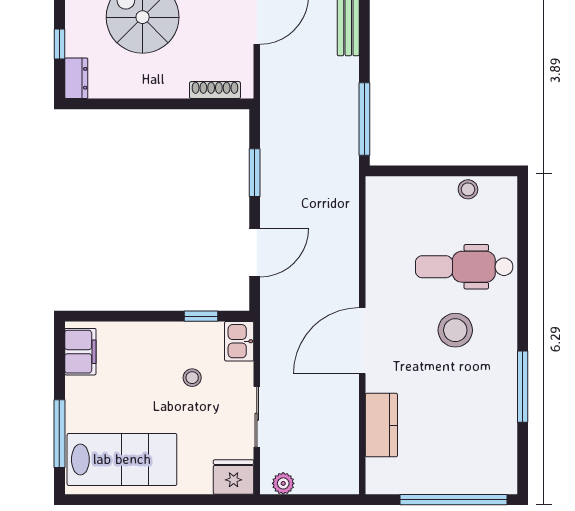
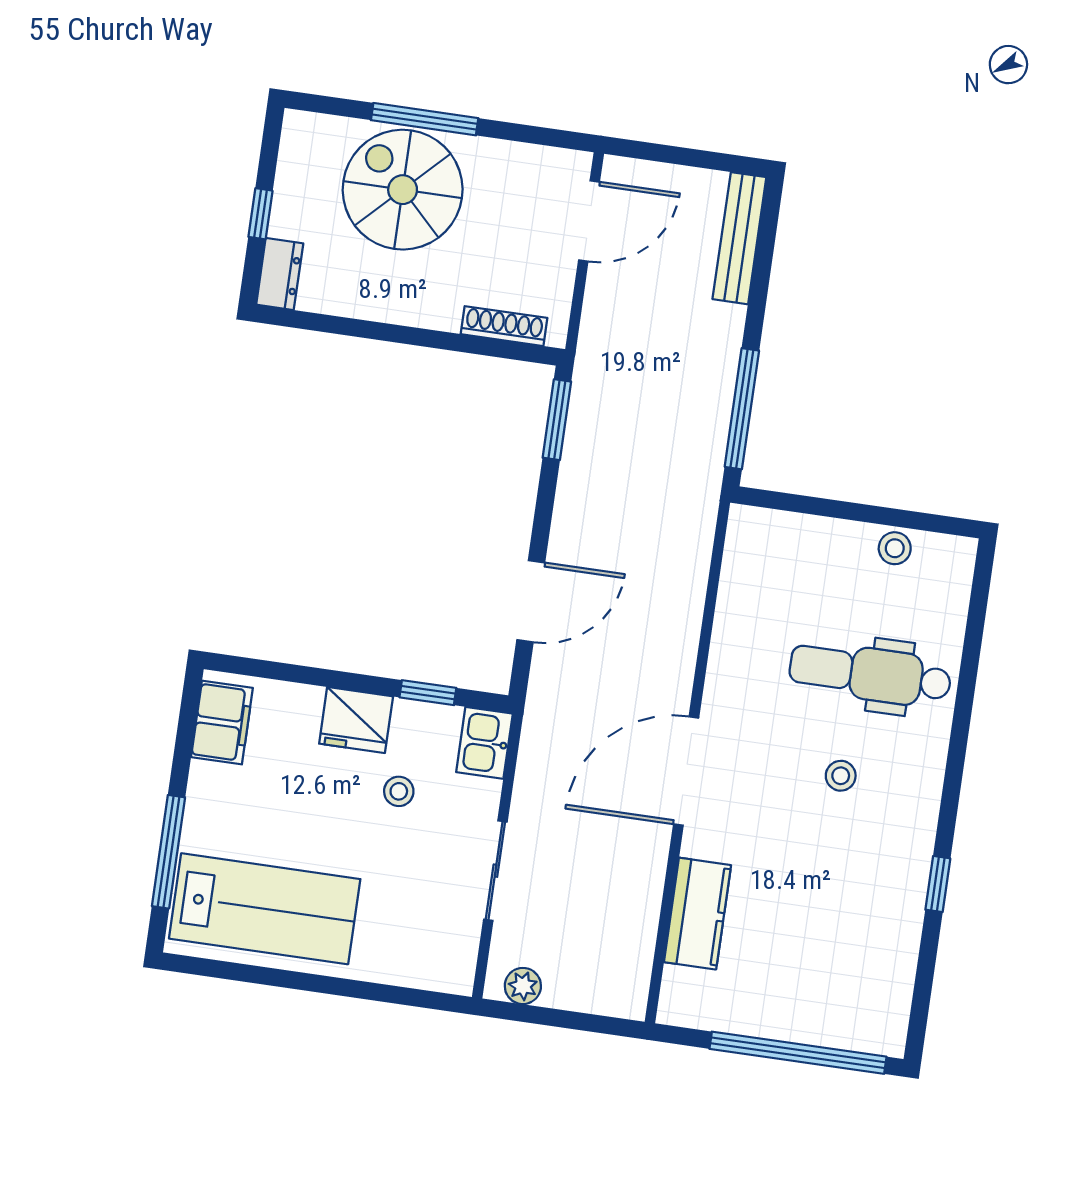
window: (255, 173) -> (557, 420), moved
stool: (455, 330) -> (841, 776), width x0.53, depth x0.53
window: (523, 387) -> (938, 884), width x0.46
fridge: (234, 477) -> (356, 720), moved, turned 180

